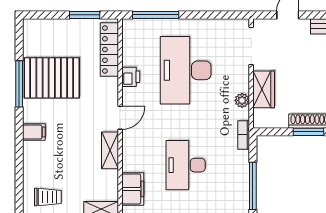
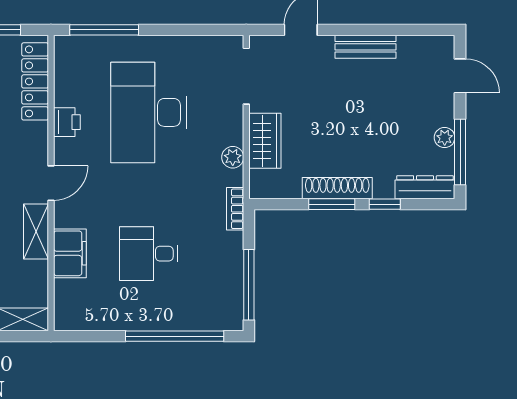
desk: (186, 165) -> (149, 254), width x0.73
filing cabinet: (133, 189) -> (70, 253), moved

